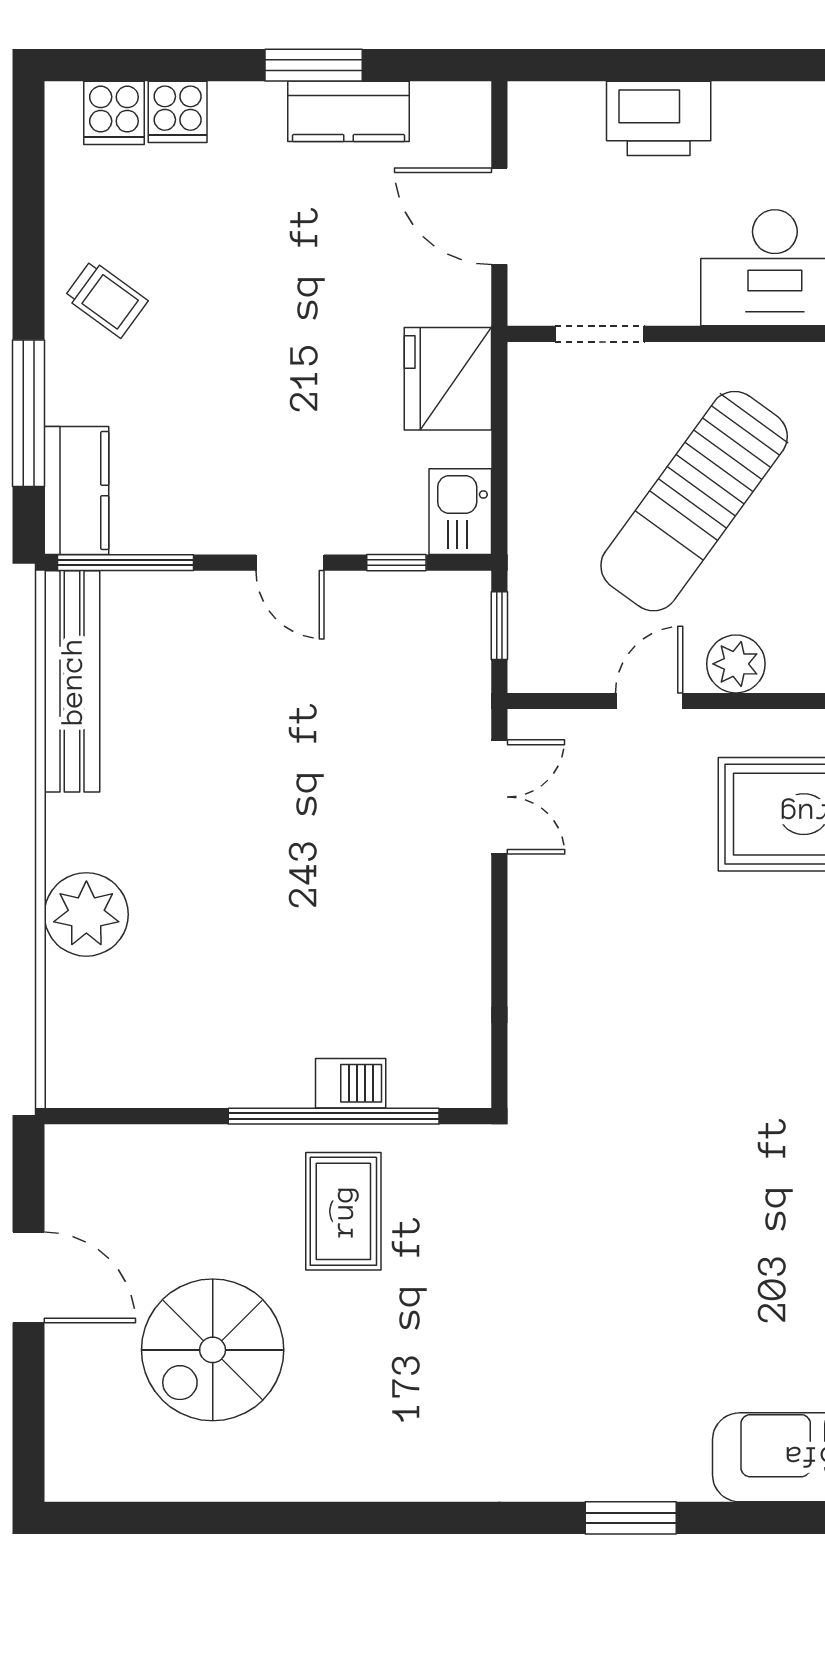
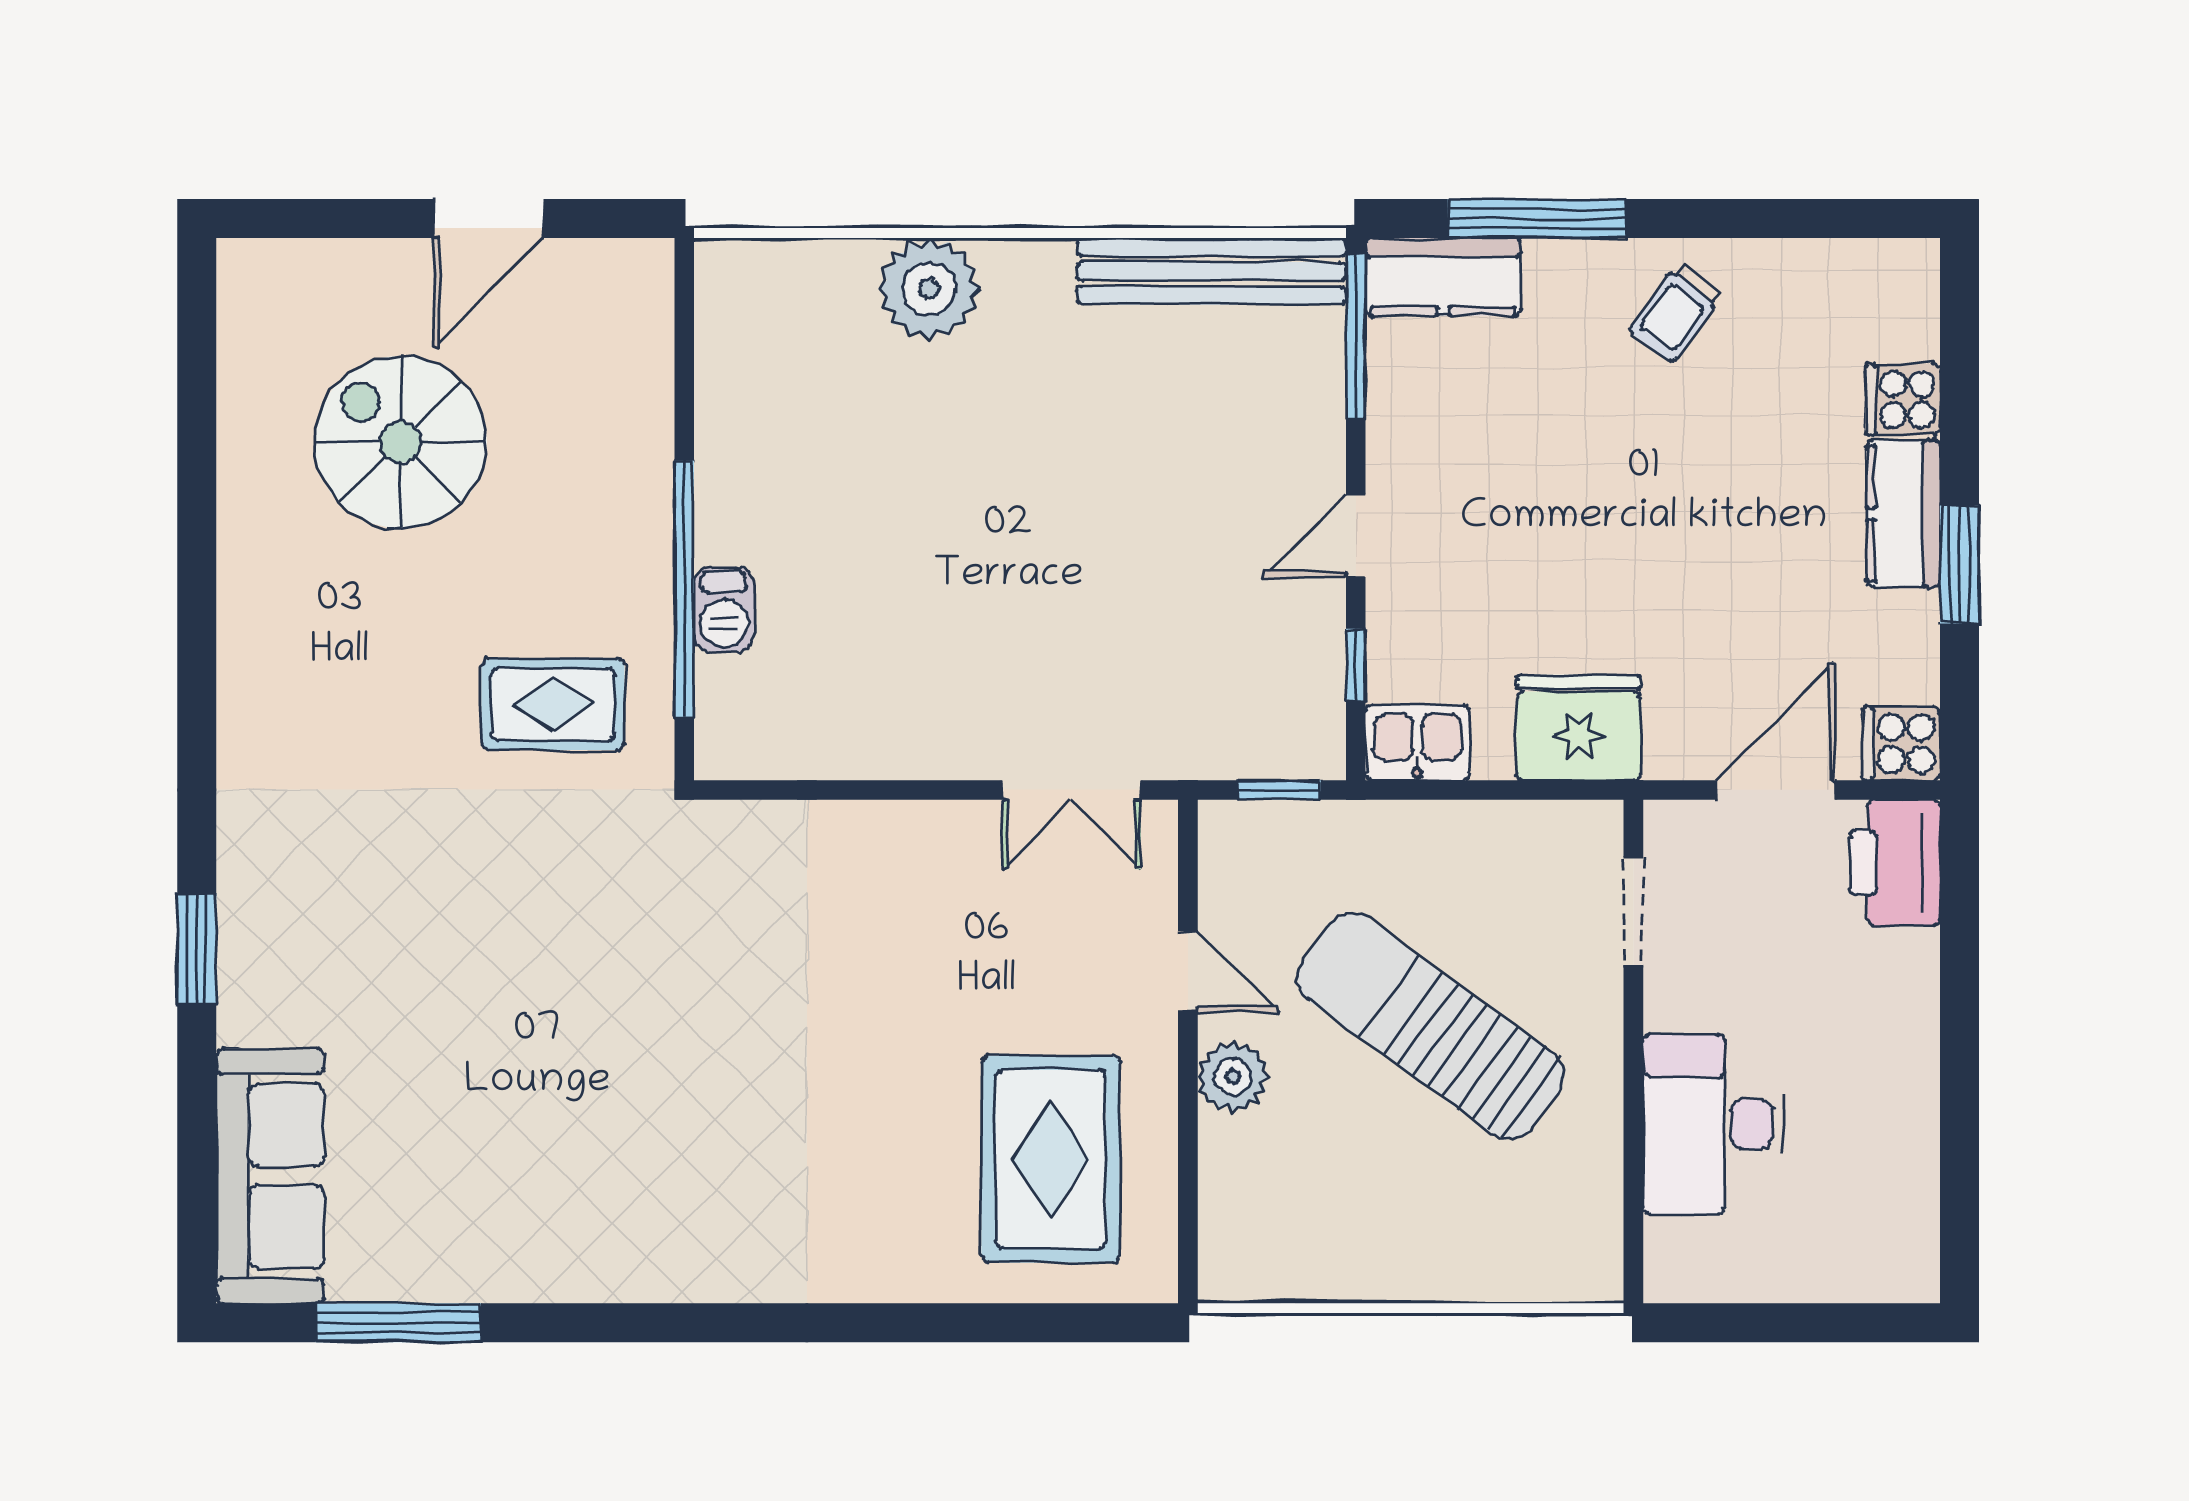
kitchen counter: (349, 111) -> (1903, 514), moved
cooker: (114, 113) -> (1901, 744), moved
printer: (659, 118) -> (1895, 863), moved
rug: (343, 1211) -> (553, 704), moved

